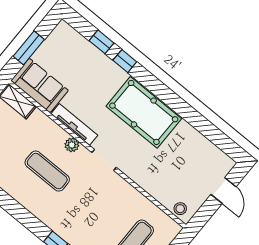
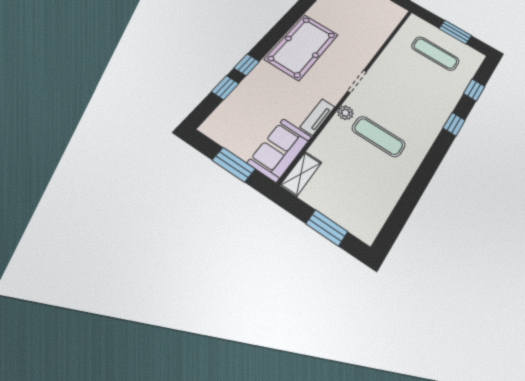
tv unit: (74, 124) -> (318, 117), width x0.71
exercise mat: (47, 171) -> (379, 136), turned 90
stool: (180, 209) -> (394, 16), removed

